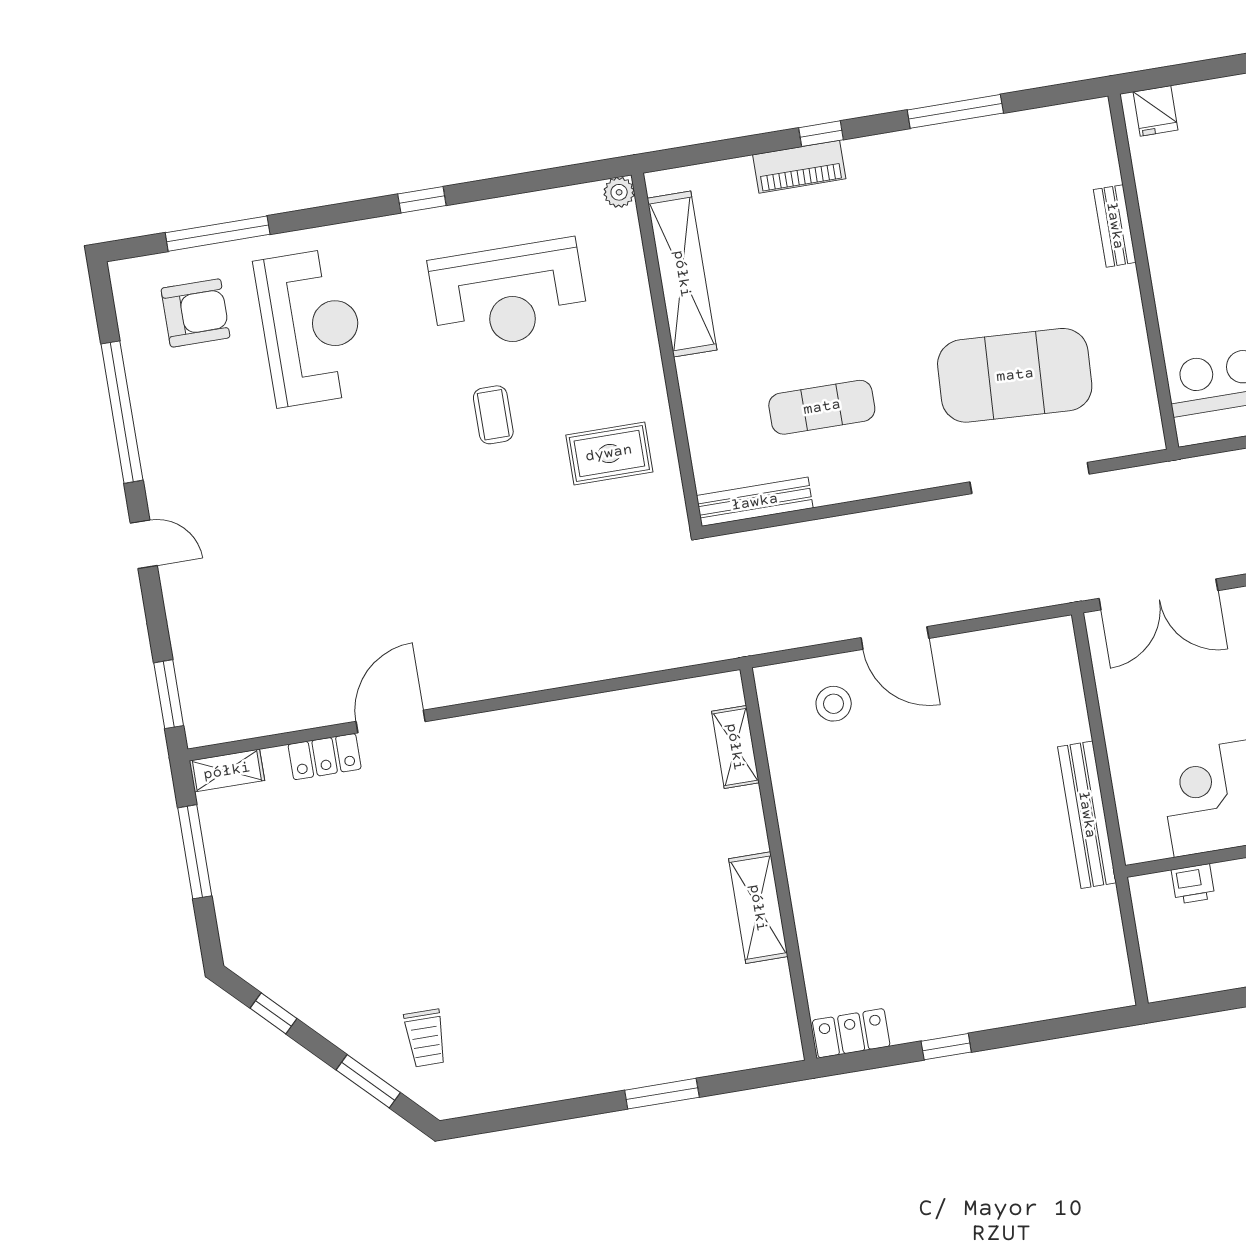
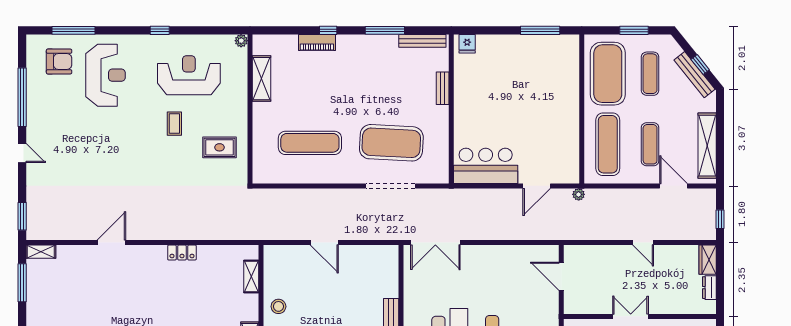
shelving: (682, 274) -> (262, 79), width x0.68
reception desk: (509, 295) -> (189, 75), turned 180
exercise mat: (822, 407) -> (310, 143), width x1.36, depth x1.45
bench: (755, 502) -> (422, 41), moved
stool: (834, 704) -> (278, 306), moved
locker: (325, 757) -> (182, 253), moved

